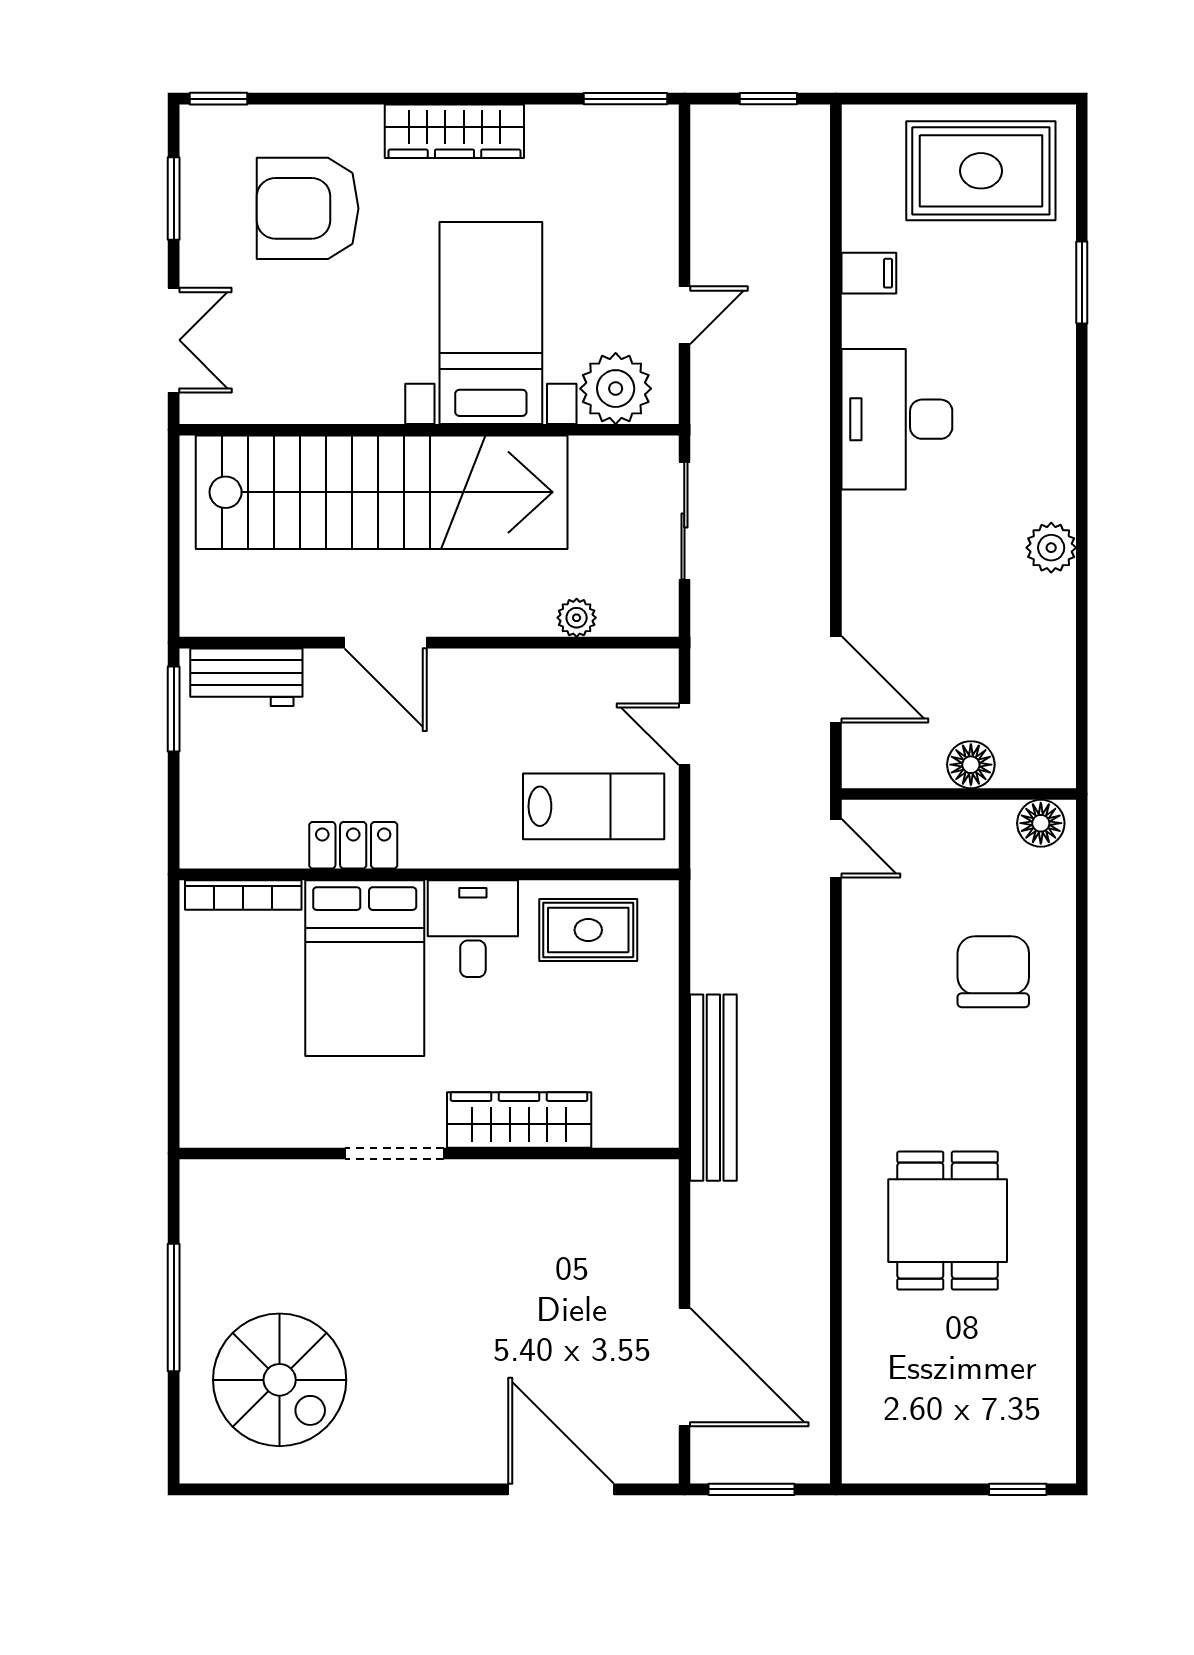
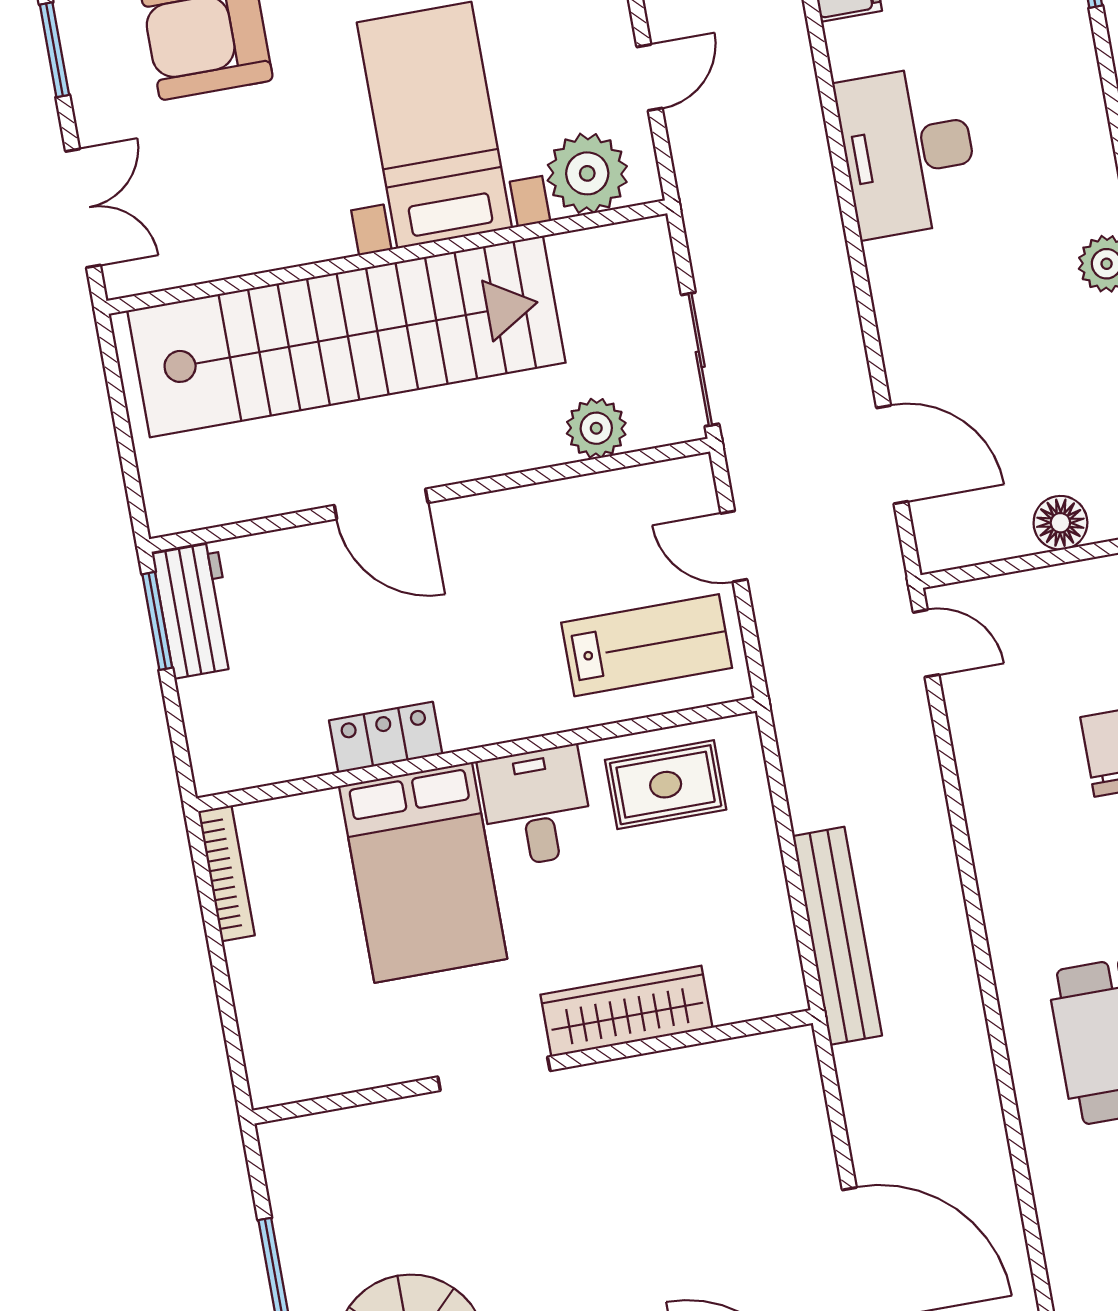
sliding door: (684, 521) -> (700, 359), moved
plant: (577, 618) -> (596, 428), width x1.38, depth x1.38
workbench: (246, 677) -> (195, 611), moved, turned -90
bookcase: (243, 895) -> (226, 873), moved, turned -90

